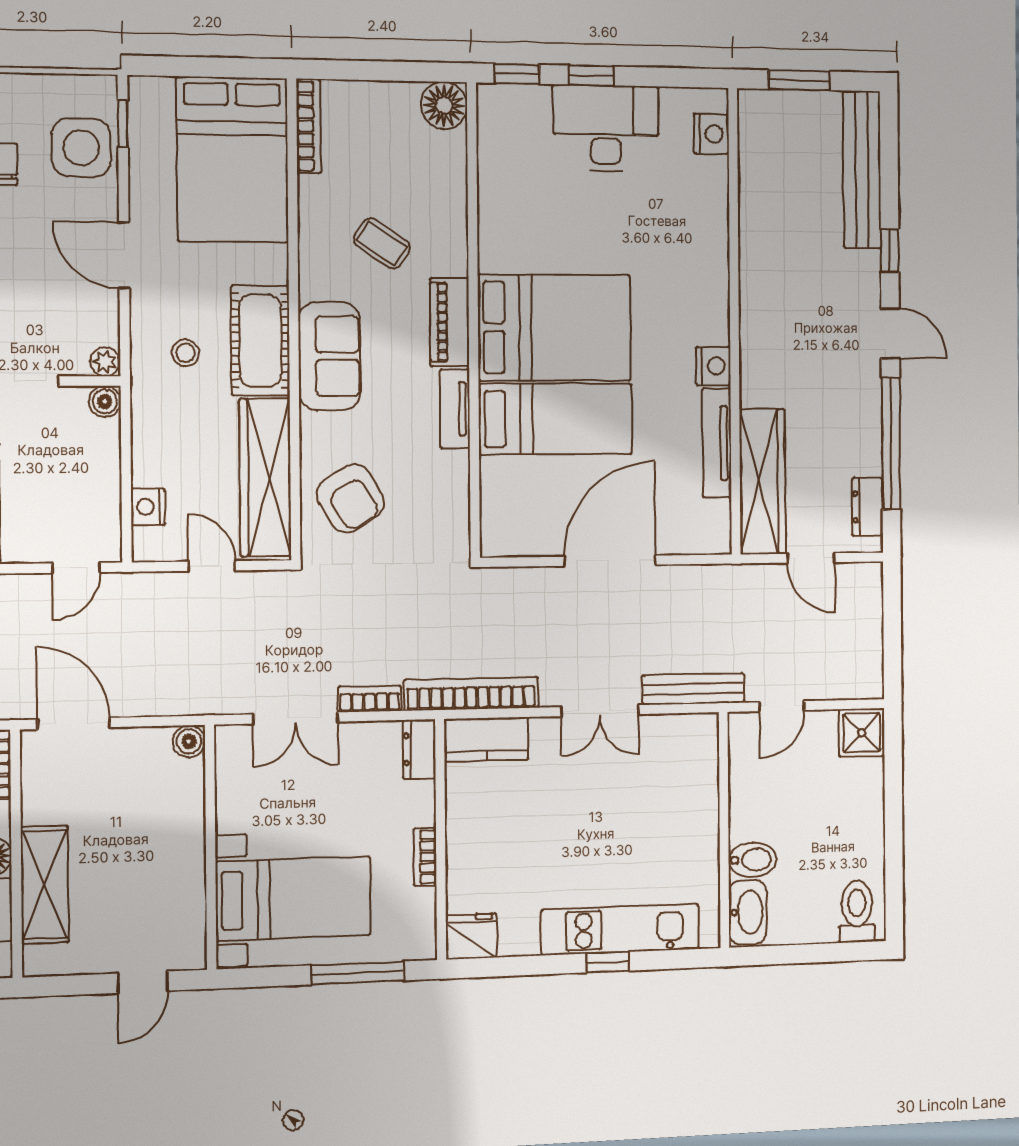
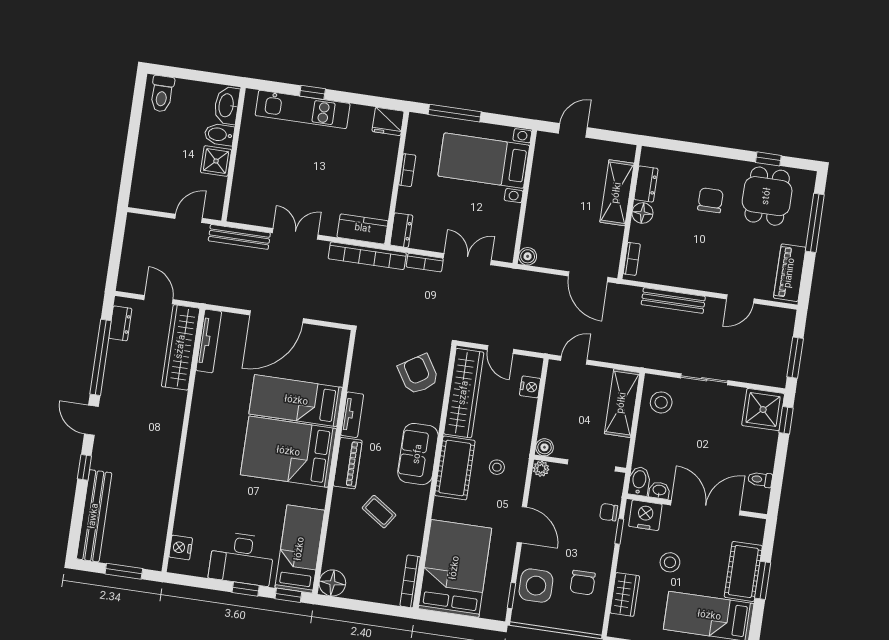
bed: (509, 158) -> (300, 549), added
nightstand: (713, 366) -> (199, 417), removed
tv unit: (717, 443) -> (209, 341), moved
shower: (862, 733) -> (216, 161), moved

